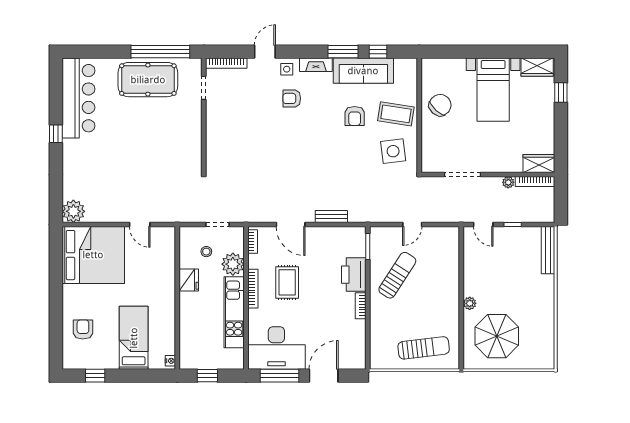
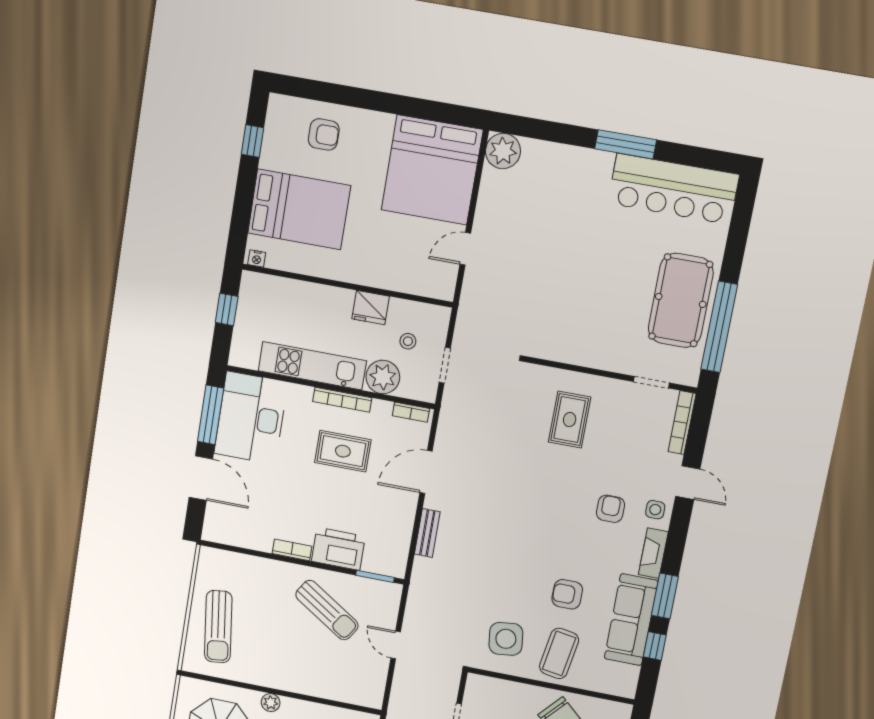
window: (56, 134) -> (626, 144), width x2.17
rug: (238, 136) -> (570, 420), added
bed: (134, 338) -> (299, 209), width x1.50

